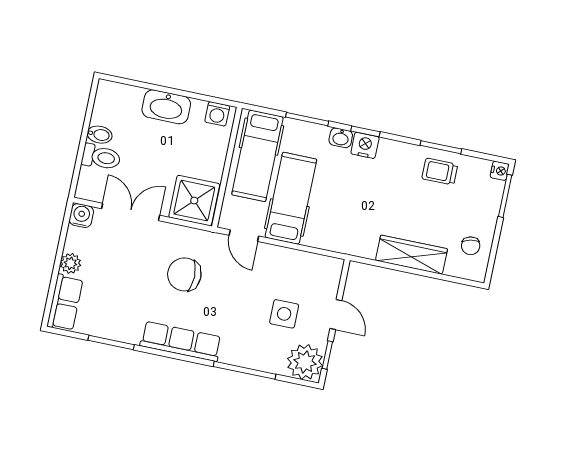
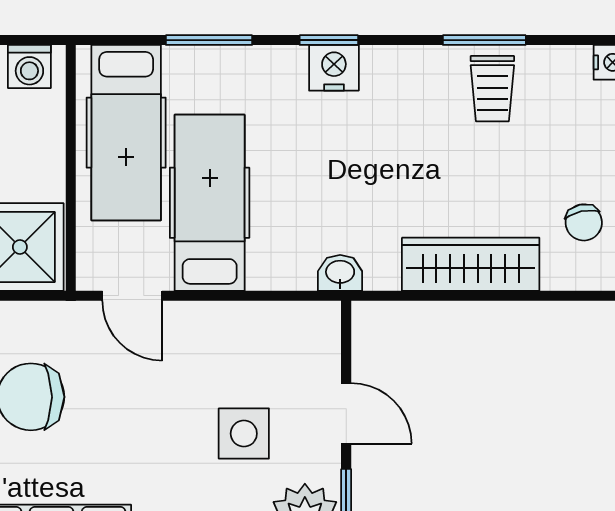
washbasin: (341, 138) -> (340, 273), moved, turned 180
trolley: (440, 172) -> (492, 89), turned -90

